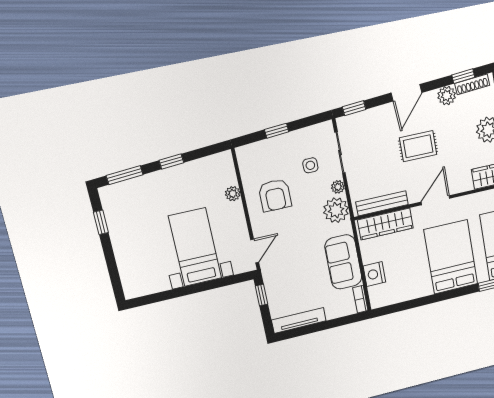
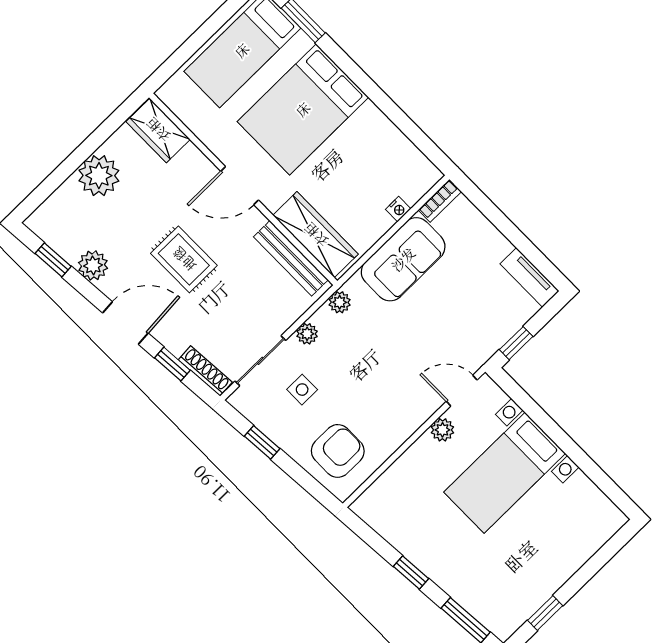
shoe rack: (472, 84) -> (205, 371), moved
window: (354, 108) -> (172, 364), moved
window: (277, 131) -> (262, 442), moved
plant: (233, 194) -> (442, 430), moved
armchair: (275, 195) -> (338, 451), moved
plant: (336, 210) -> (340, 302), width x0.53, depth x0.53
nightstand: (374, 274) -> (398, 209), width x0.53, depth x0.56
tv unit: (299, 320) -> (530, 277), width x0.71

